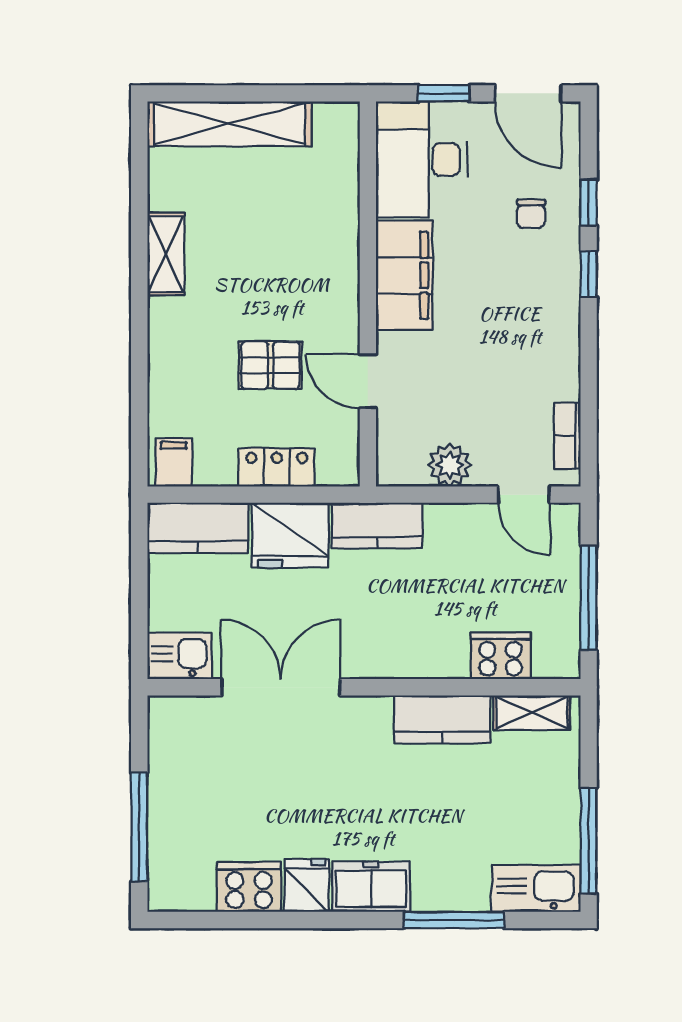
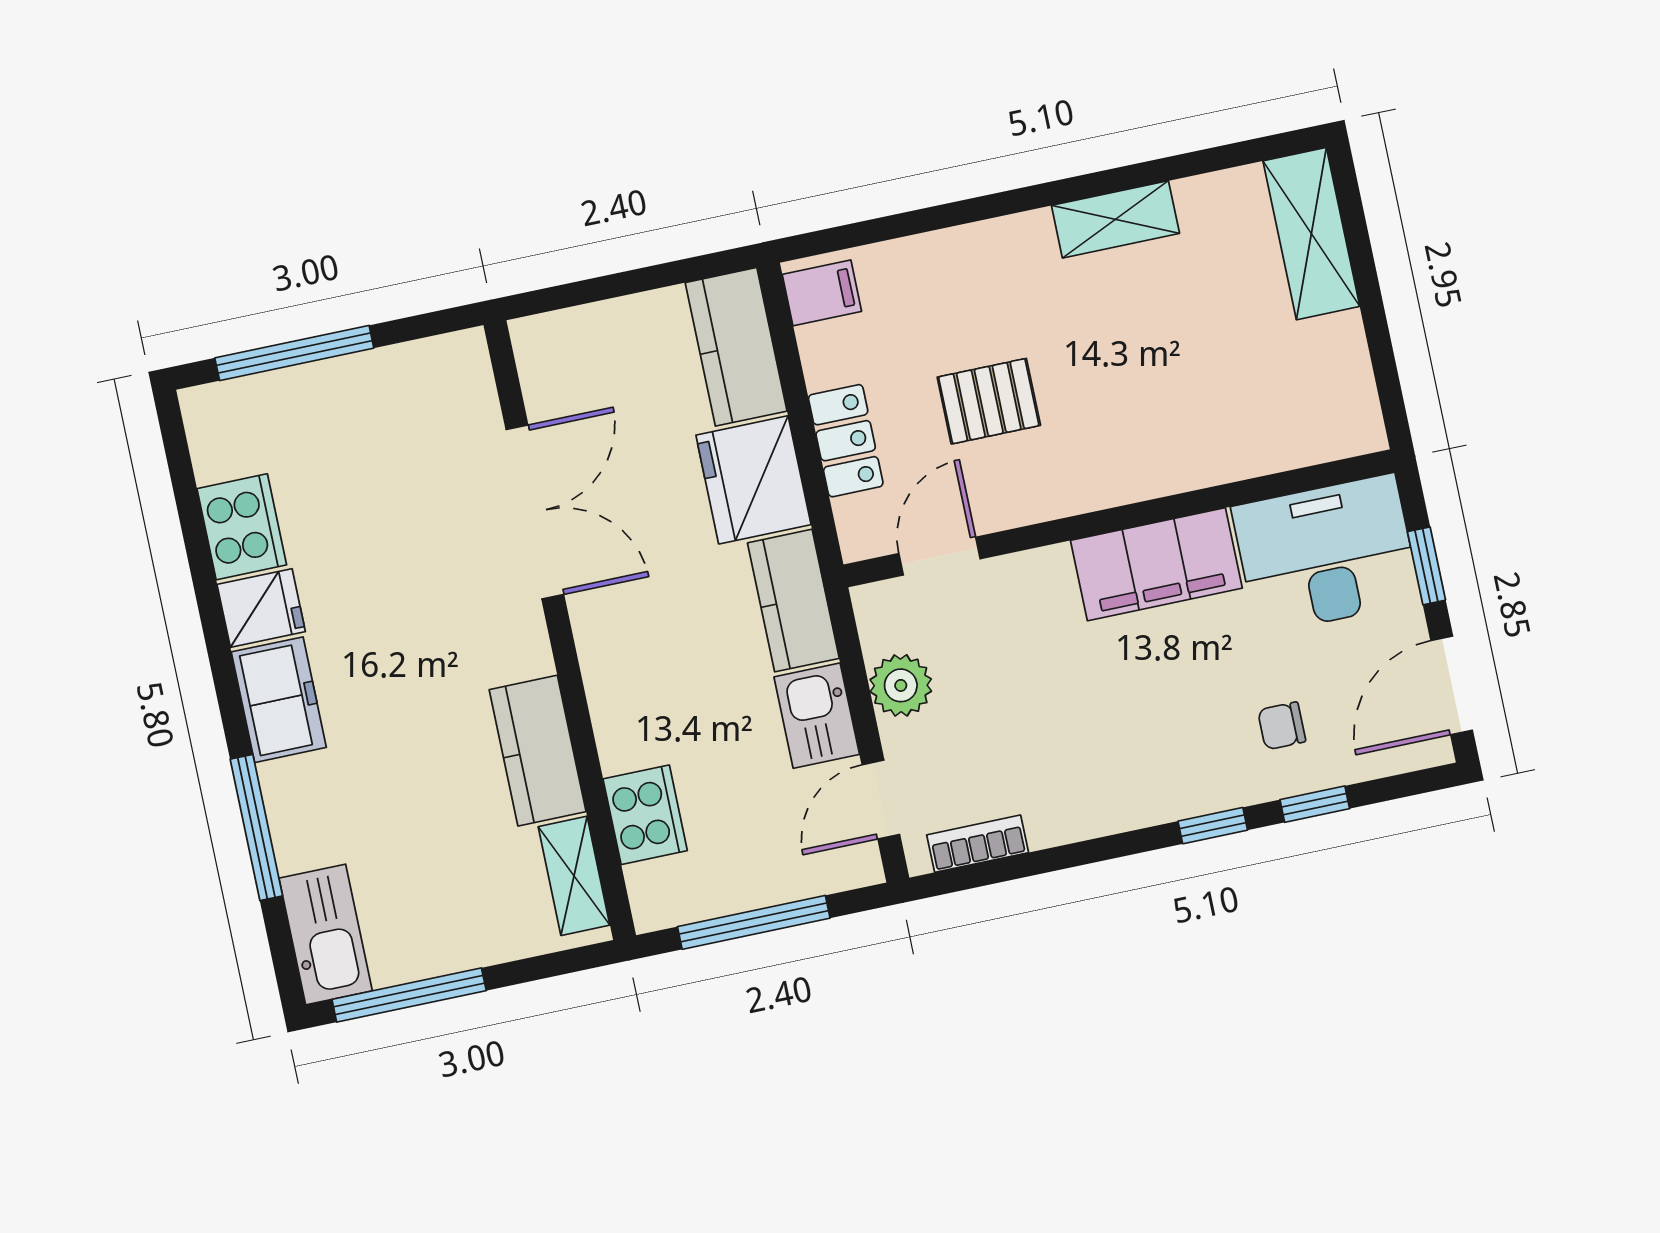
shelving: (229, 124) -> (1311, 234), width x0.68
pallet: (270, 365) -> (989, 401), turned 90
door: (368, 381) -> (939, 556), moved
kitchen sink: (179, 656) -> (817, 716), moved, turned 180

